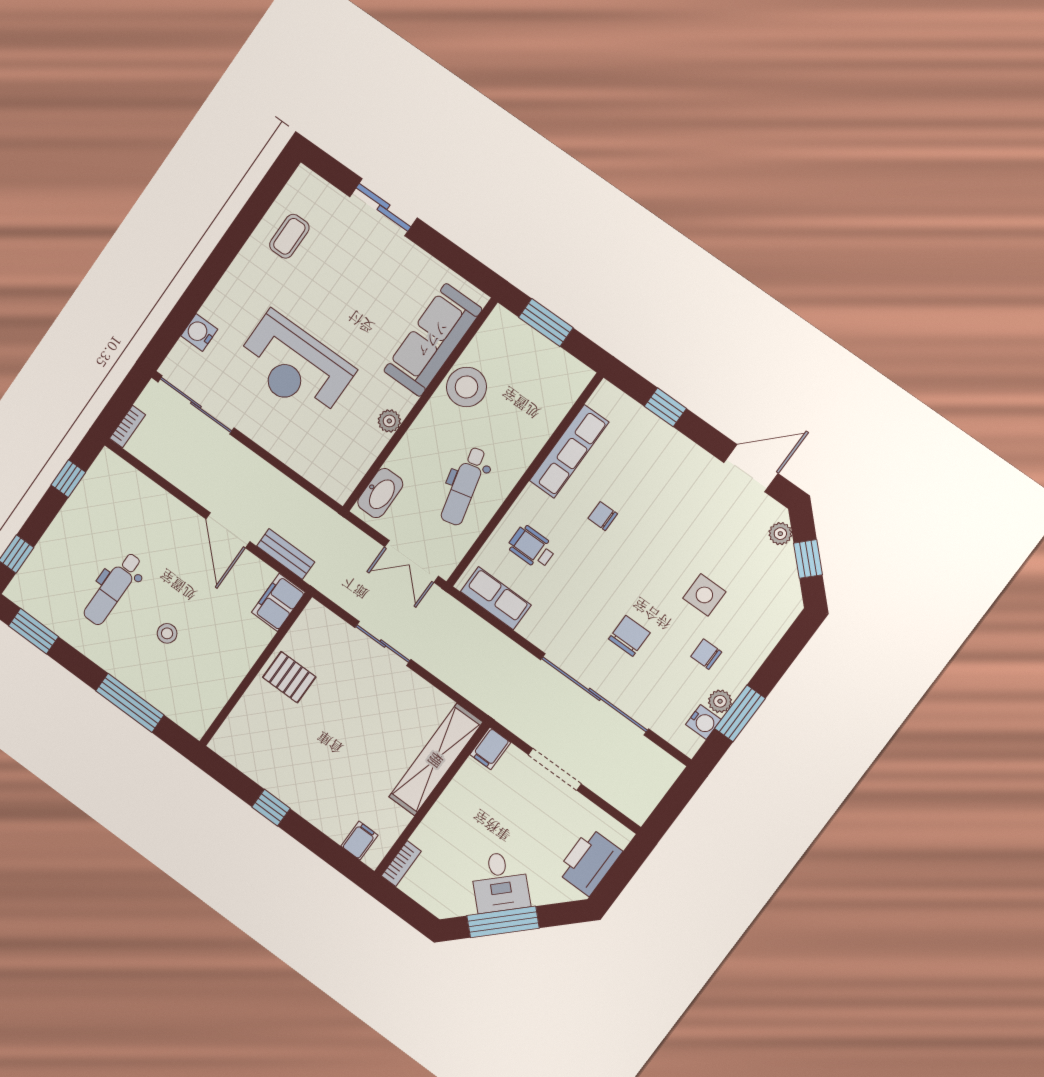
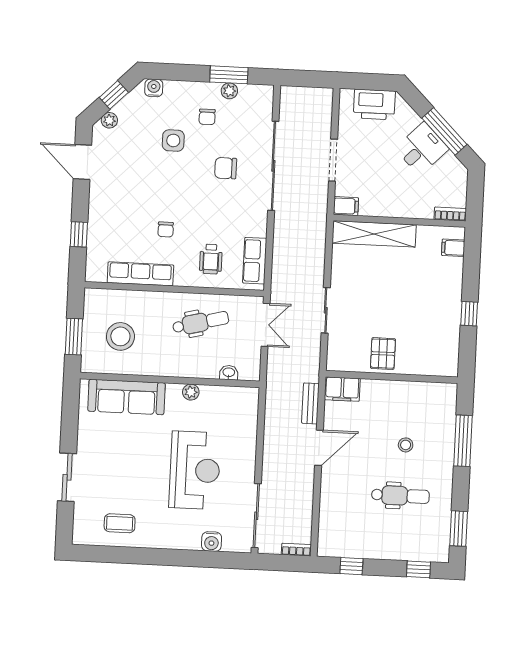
stool: (466, 387) -> (120, 336), moved
washbasin: (380, 493) -> (229, 373), width x0.52, depth x0.69
water cooler: (703, 722) -> (154, 88), moved

